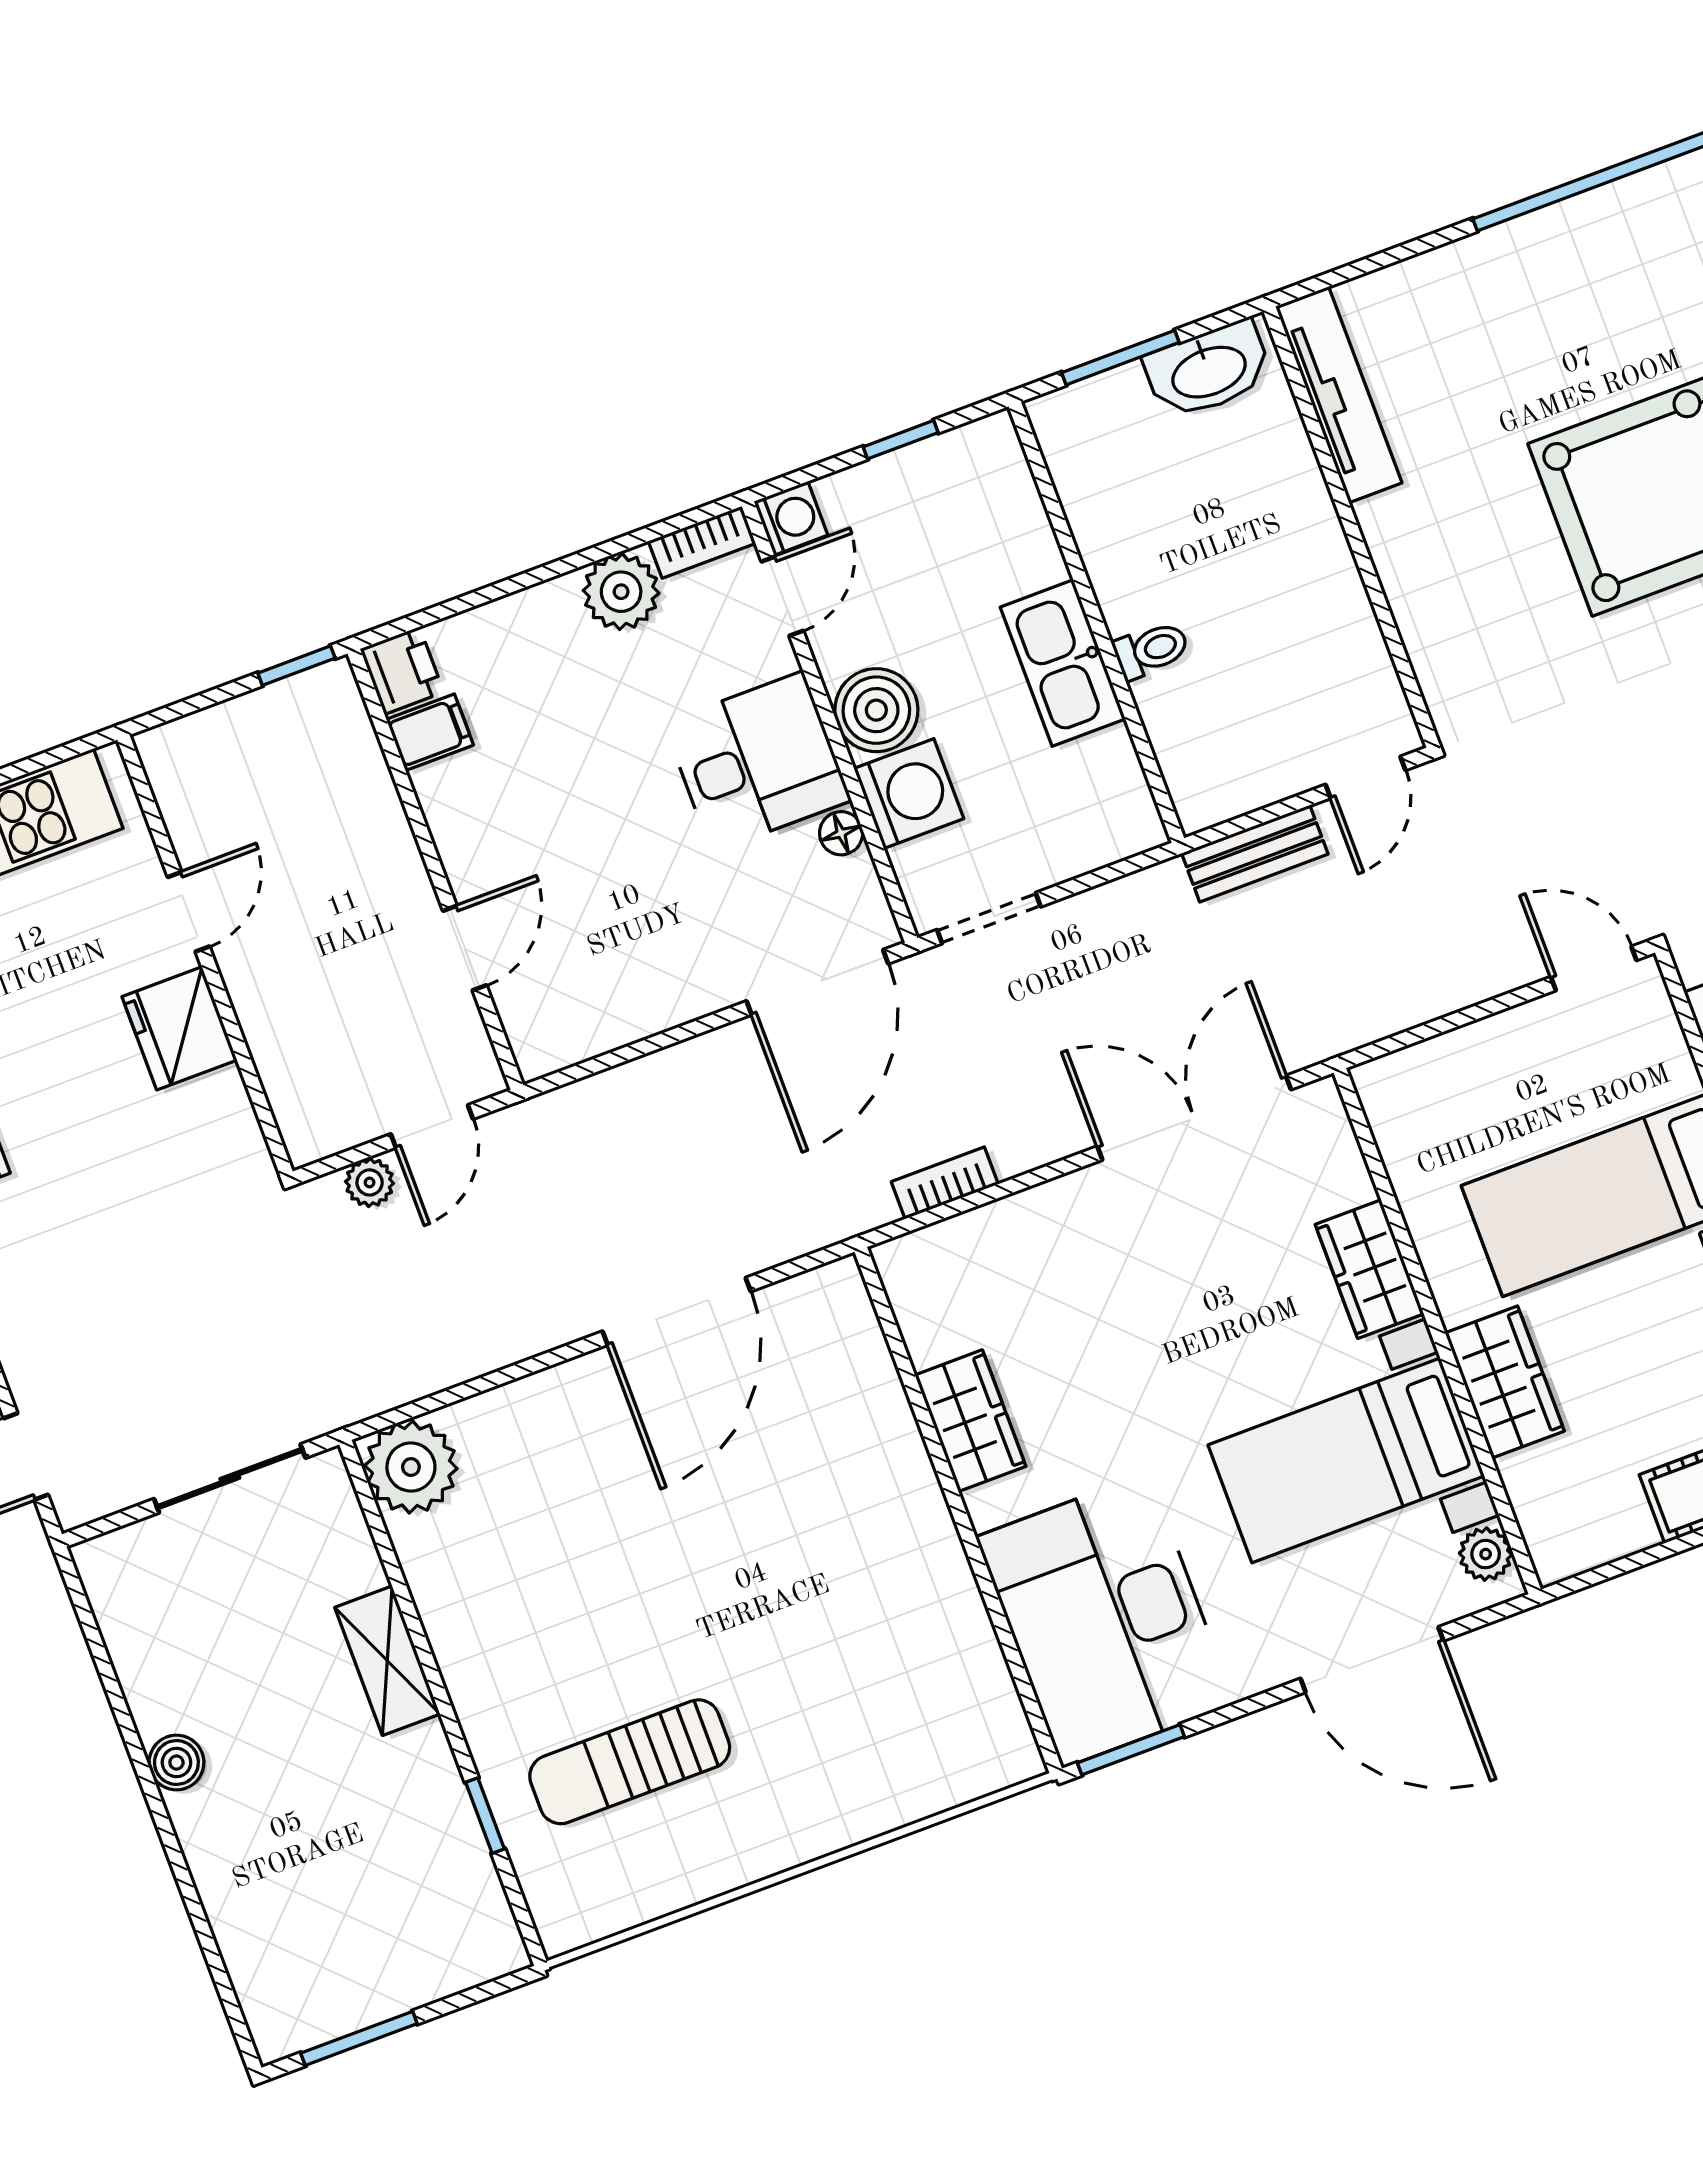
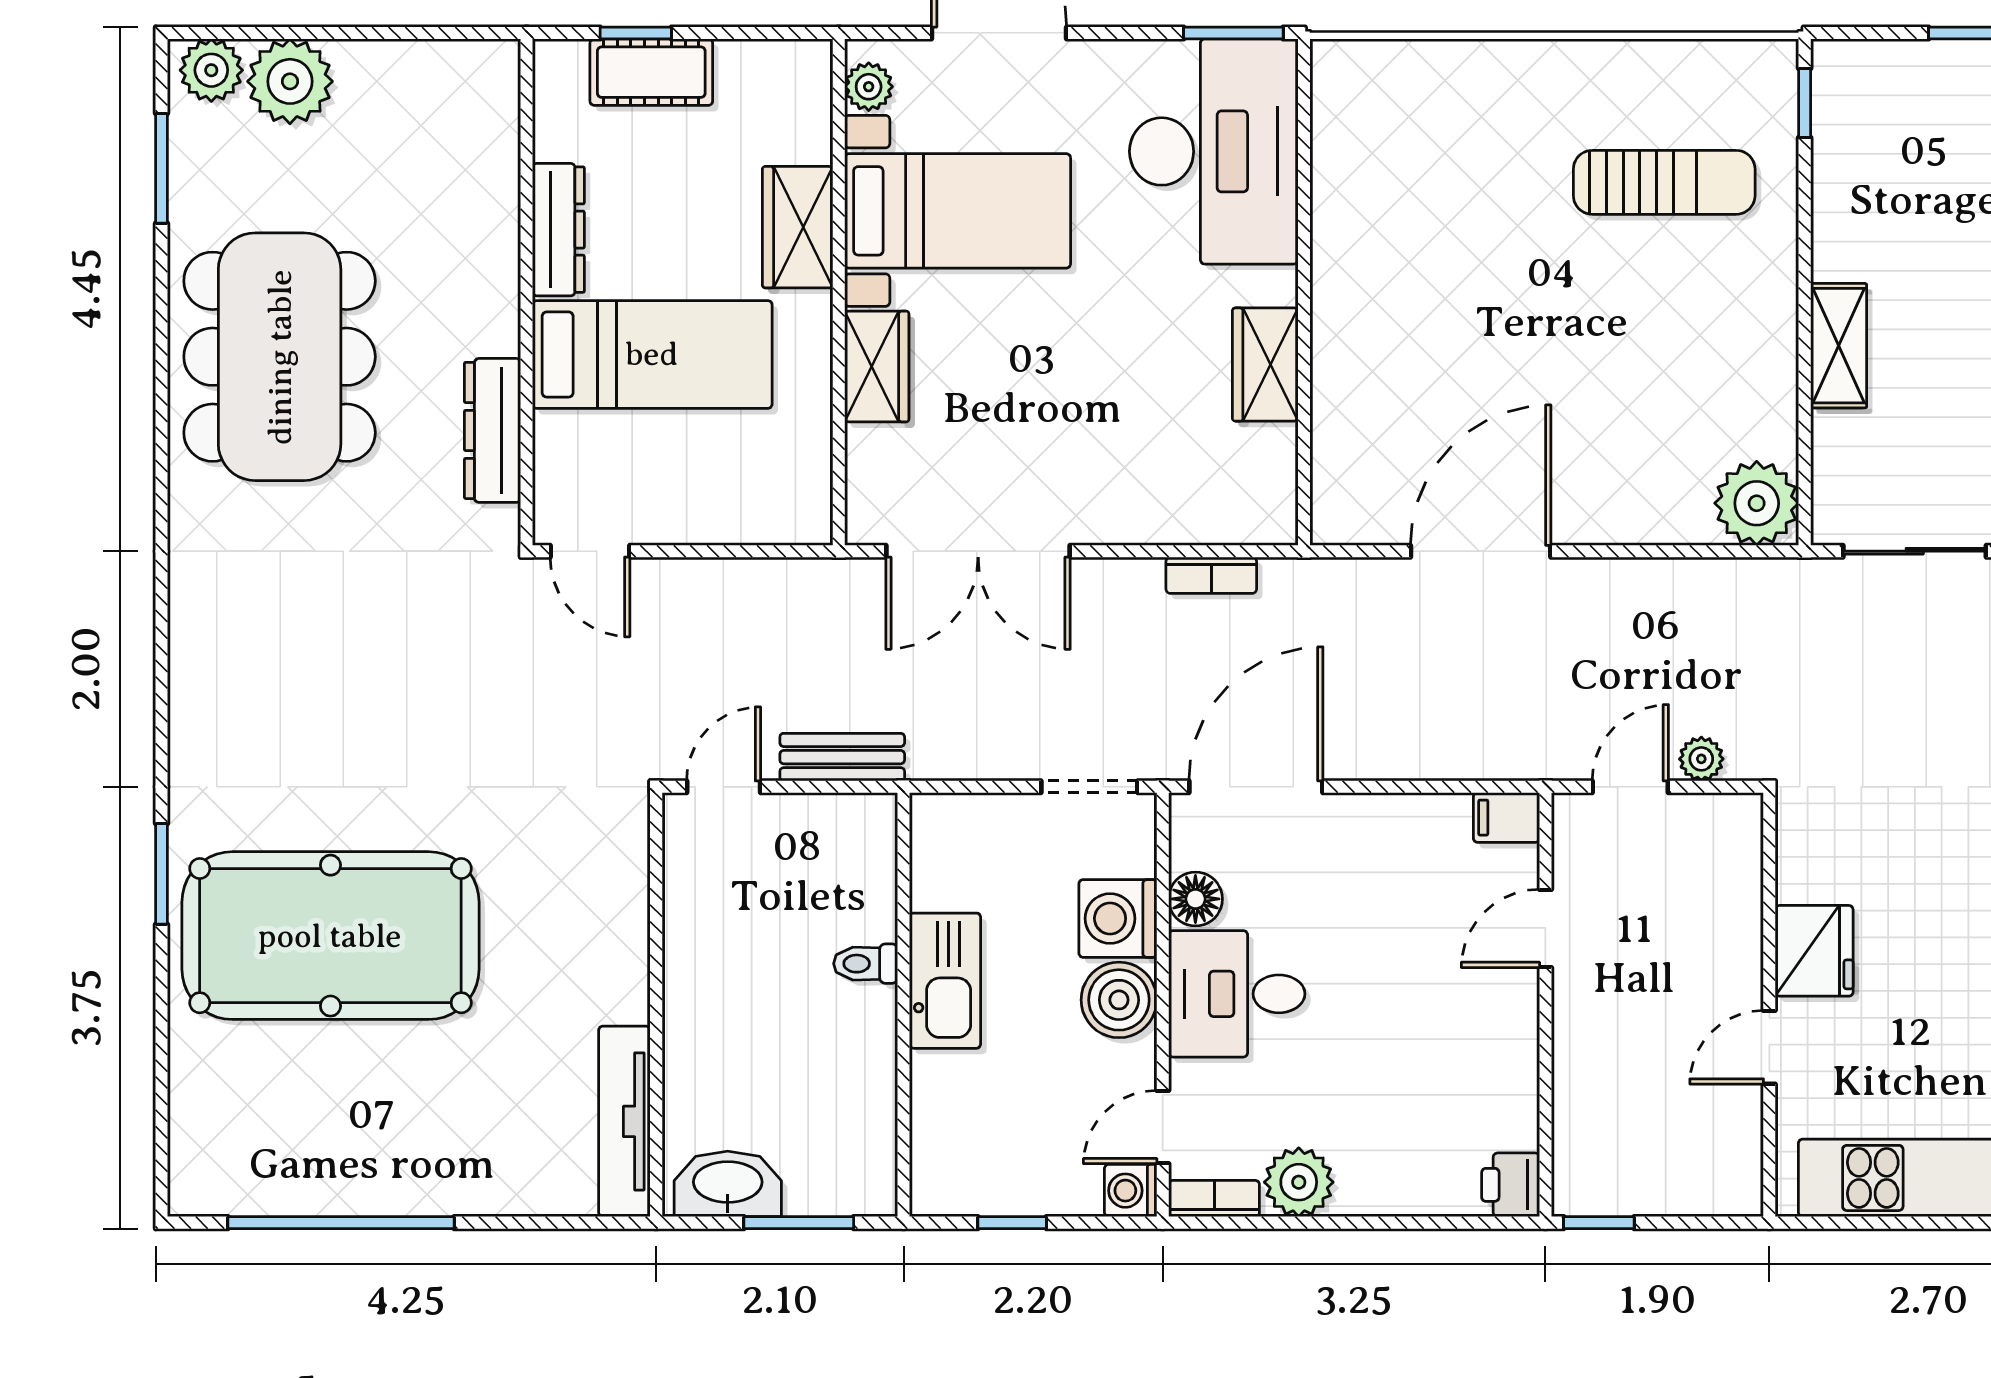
filing cabinet: (430, 732) -> (1506, 818), moved
floor lamp: (841, 833) -> (1195, 899), width x1.37, depth x1.37
window: (485, 1816) -> (1805, 103), moved

